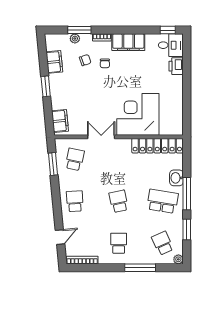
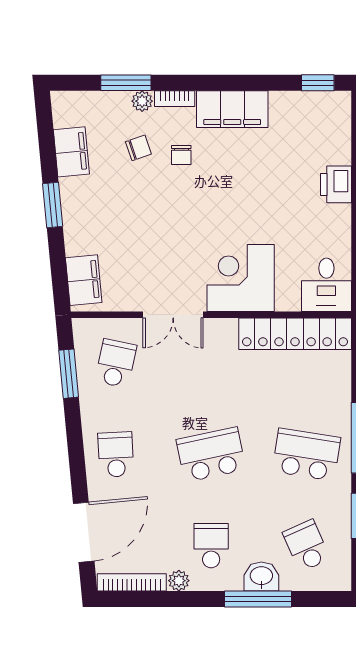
plant: (75, 39) -> (142, 101), moved
desk: (171, 45) -> (326, 285), moved, turned 90
printer: (176, 66) -> (336, 184), moved
corner desk: (138, 114) -> (241, 278), width x0.74, depth x0.74
double door: (101, 137) -> (173, 315), swing flipped
washbasin: (176, 178) -> (261, 577), moved, turned 90
school desk: (119, 201) -> (211, 455), width x1.85
door: (60, 237) -> (84, 532), width x1.88
plant: (178, 259) -> (179, 581), moved

